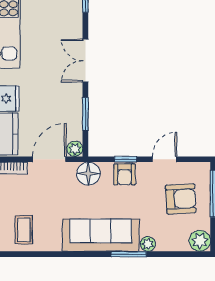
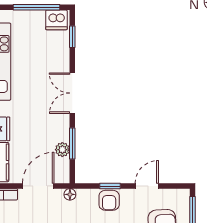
plant: (75, 149) -> (62, 150), moved
floor lamp: (88, 174) -> (70, 194), width x0.53, depth x0.53

